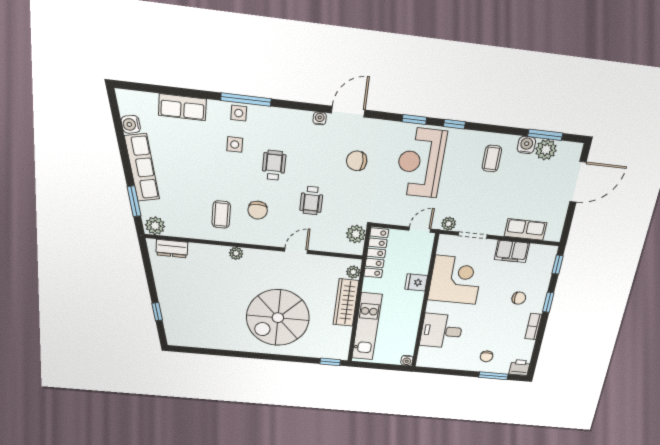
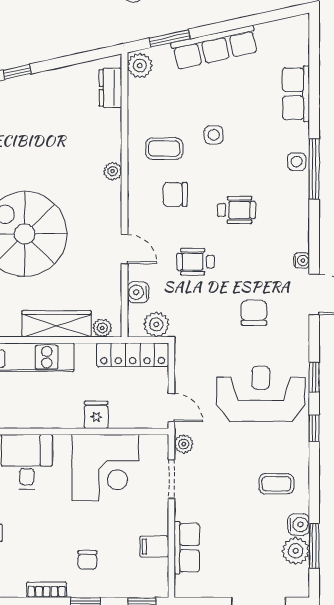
water cooler: (131, 124) -> (138, 292), moved, turned -78
side table: (235, 144) -> (214, 135), moved
filing cabinet: (512, 251) -> (154, 547), width x0.50

